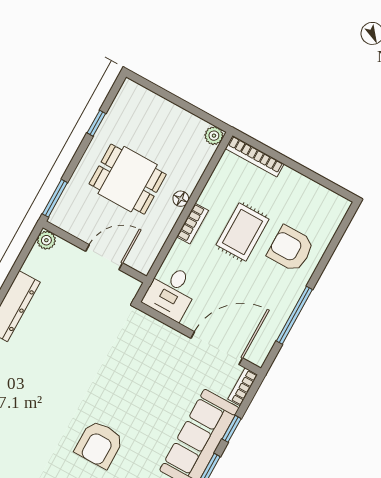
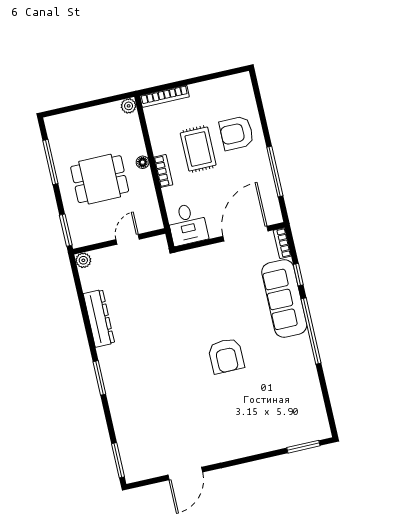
window: (96, 123) -> (50, 162), width x2.17
door: (104, 257) -> (128, 239), width x0.73

